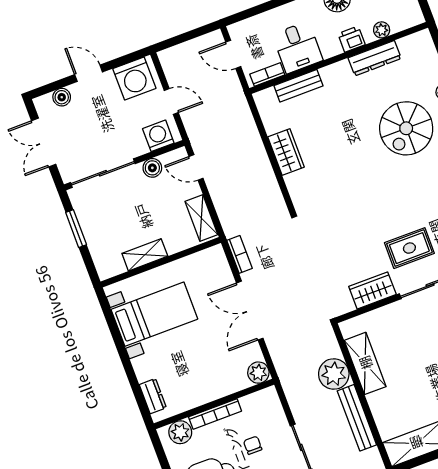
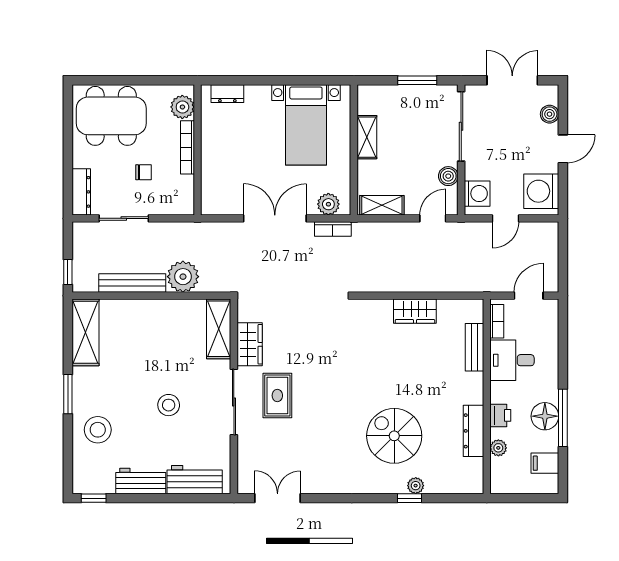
shelving: (365, 363) -> (219, 329), moved, turned 90
plant: (258, 373) -> (328, 204), moved

